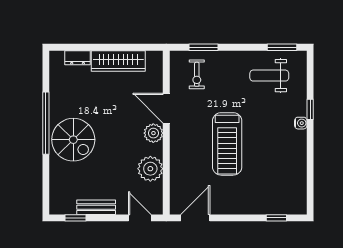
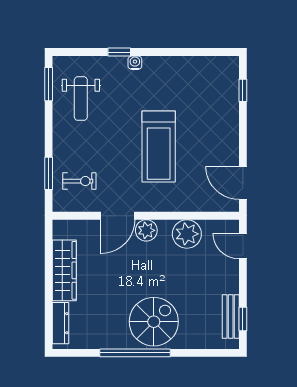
dresser: (78, 58) -> (60, 323), width x1.44
treadmill: (227, 144) -> (159, 146), turned 90
bench: (96, 207) -> (231, 317), moved
door: (140, 218) -> (243, 246), hinge flipped

